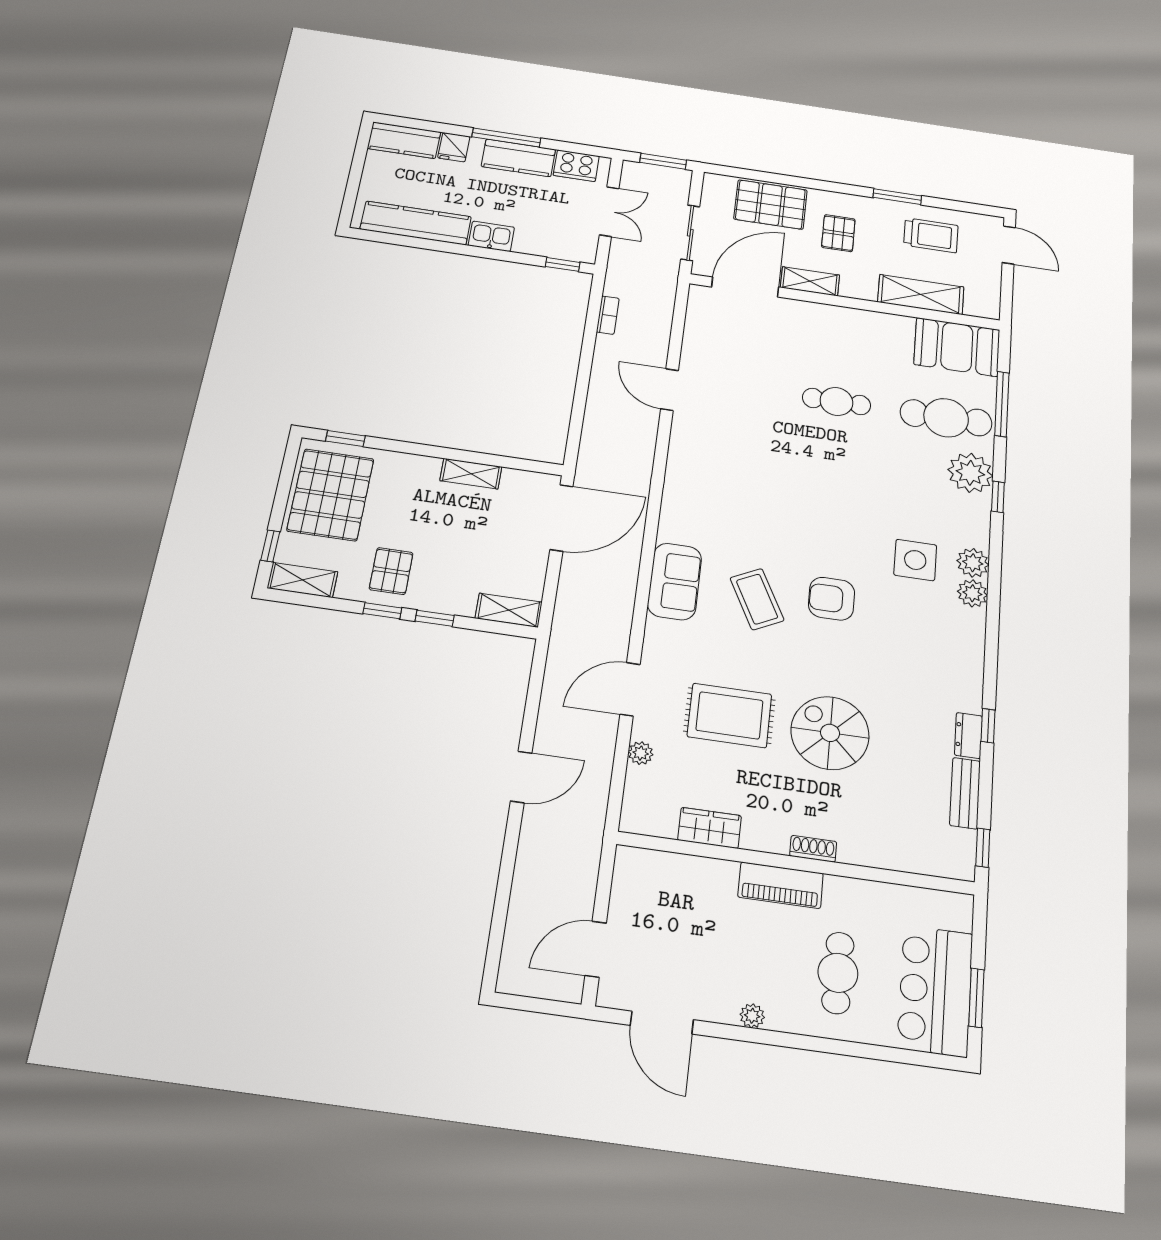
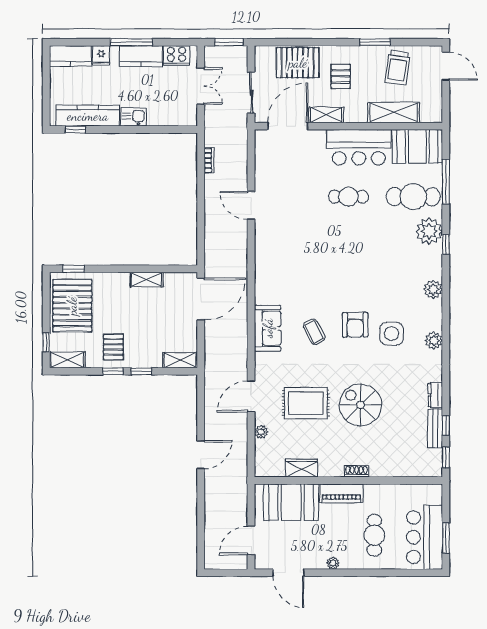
trolley: (931, 235) -> (397, 68), turned 98
window: (563, 264) -> (75, 129), moved
bar counter: (860, 334) -> (359, 147), added
side table: (915, 560) -> (391, 334), moved
plant: (972, 593) -> (434, 340), moved
coffee table: (757, 599) -> (314, 332), width x0.73, depth x0.77
armchair: (831, 599) -> (355, 325), turned -90
window: (988, 726) -> (446, 425), moved
booth: (683, 888) -> (291, 502), added

